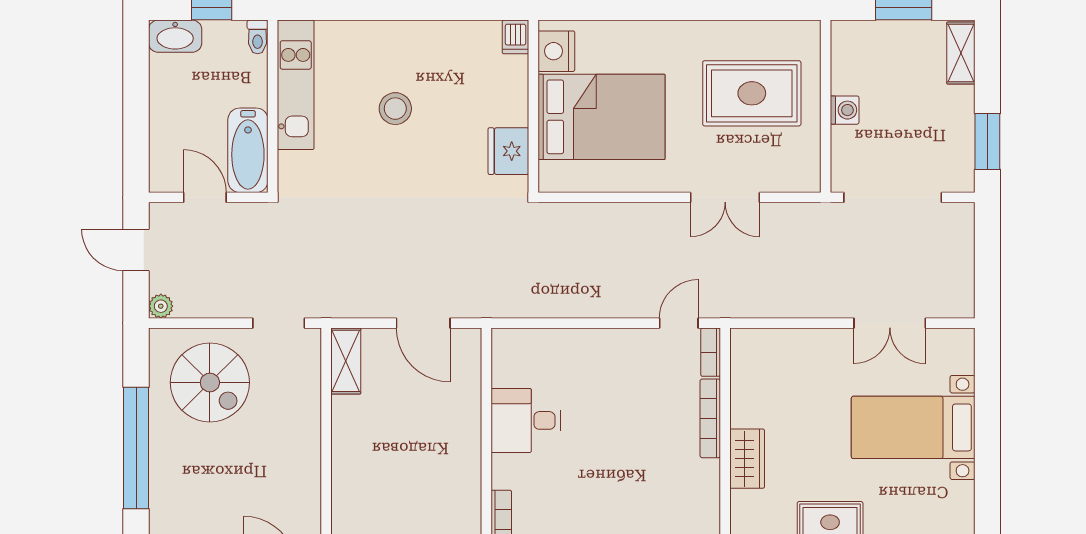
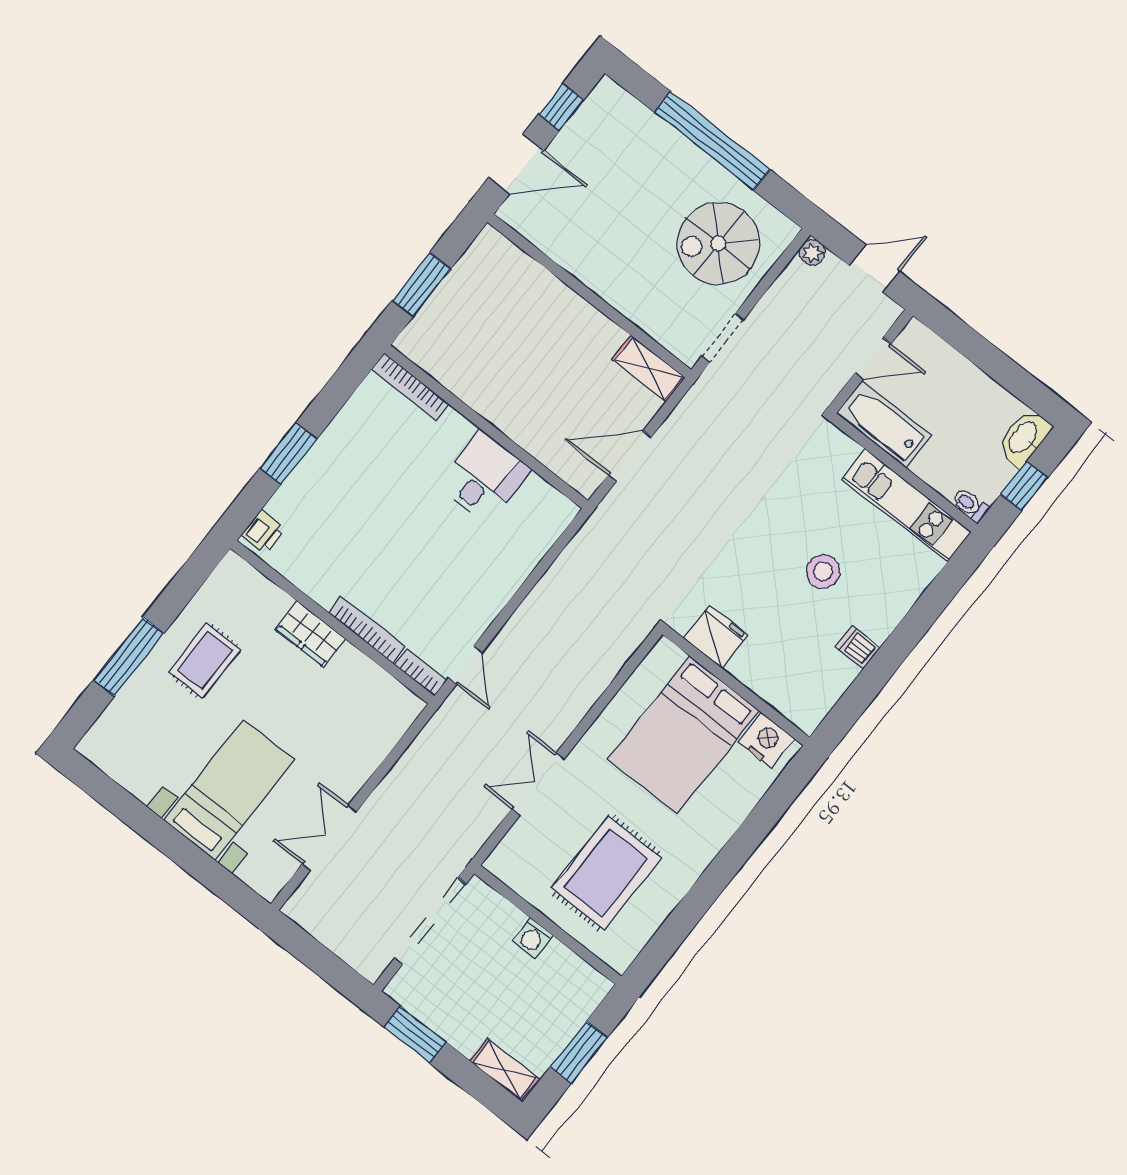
dishwasher: (516, 37) -> (858, 648), moved

